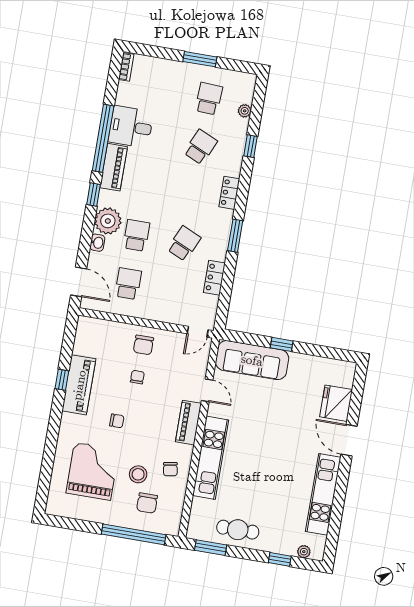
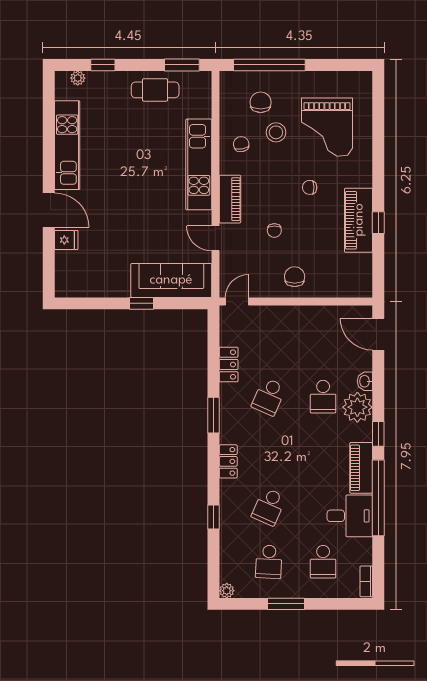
plant: (245, 111) -> (227, 591), moved
school desk: (128, 284) -> (323, 562), moved
chair: (137, 377) -> (274, 230), moved
fridge: (336, 403) -> (66, 240), width x0.53, depth x0.75

